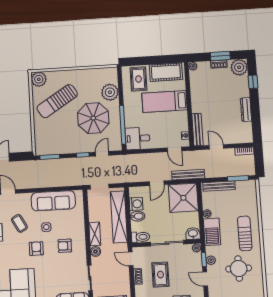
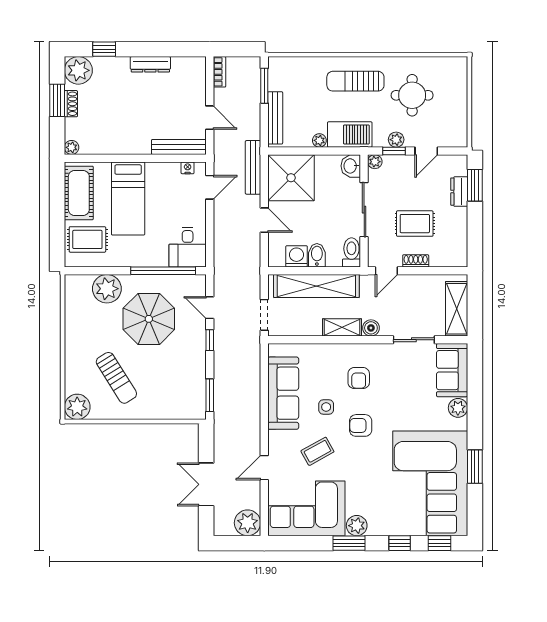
sun lounger: (57, 101) -> (116, 378), width x0.73, depth x0.75
door: (216, 147) -> (210, 118), swing flipped

